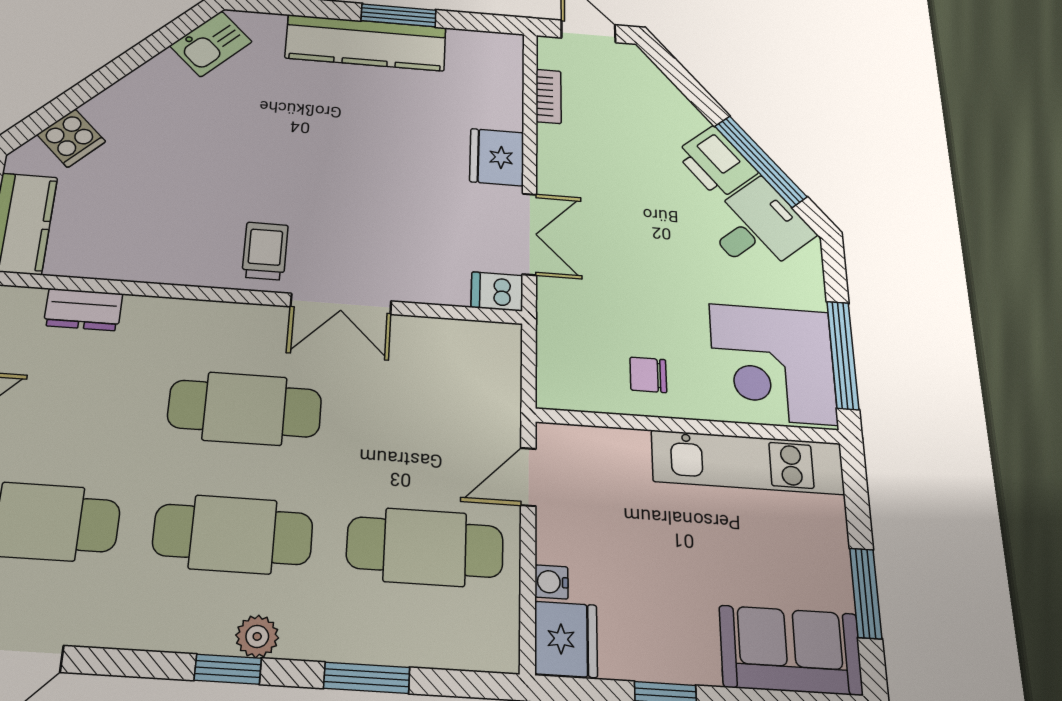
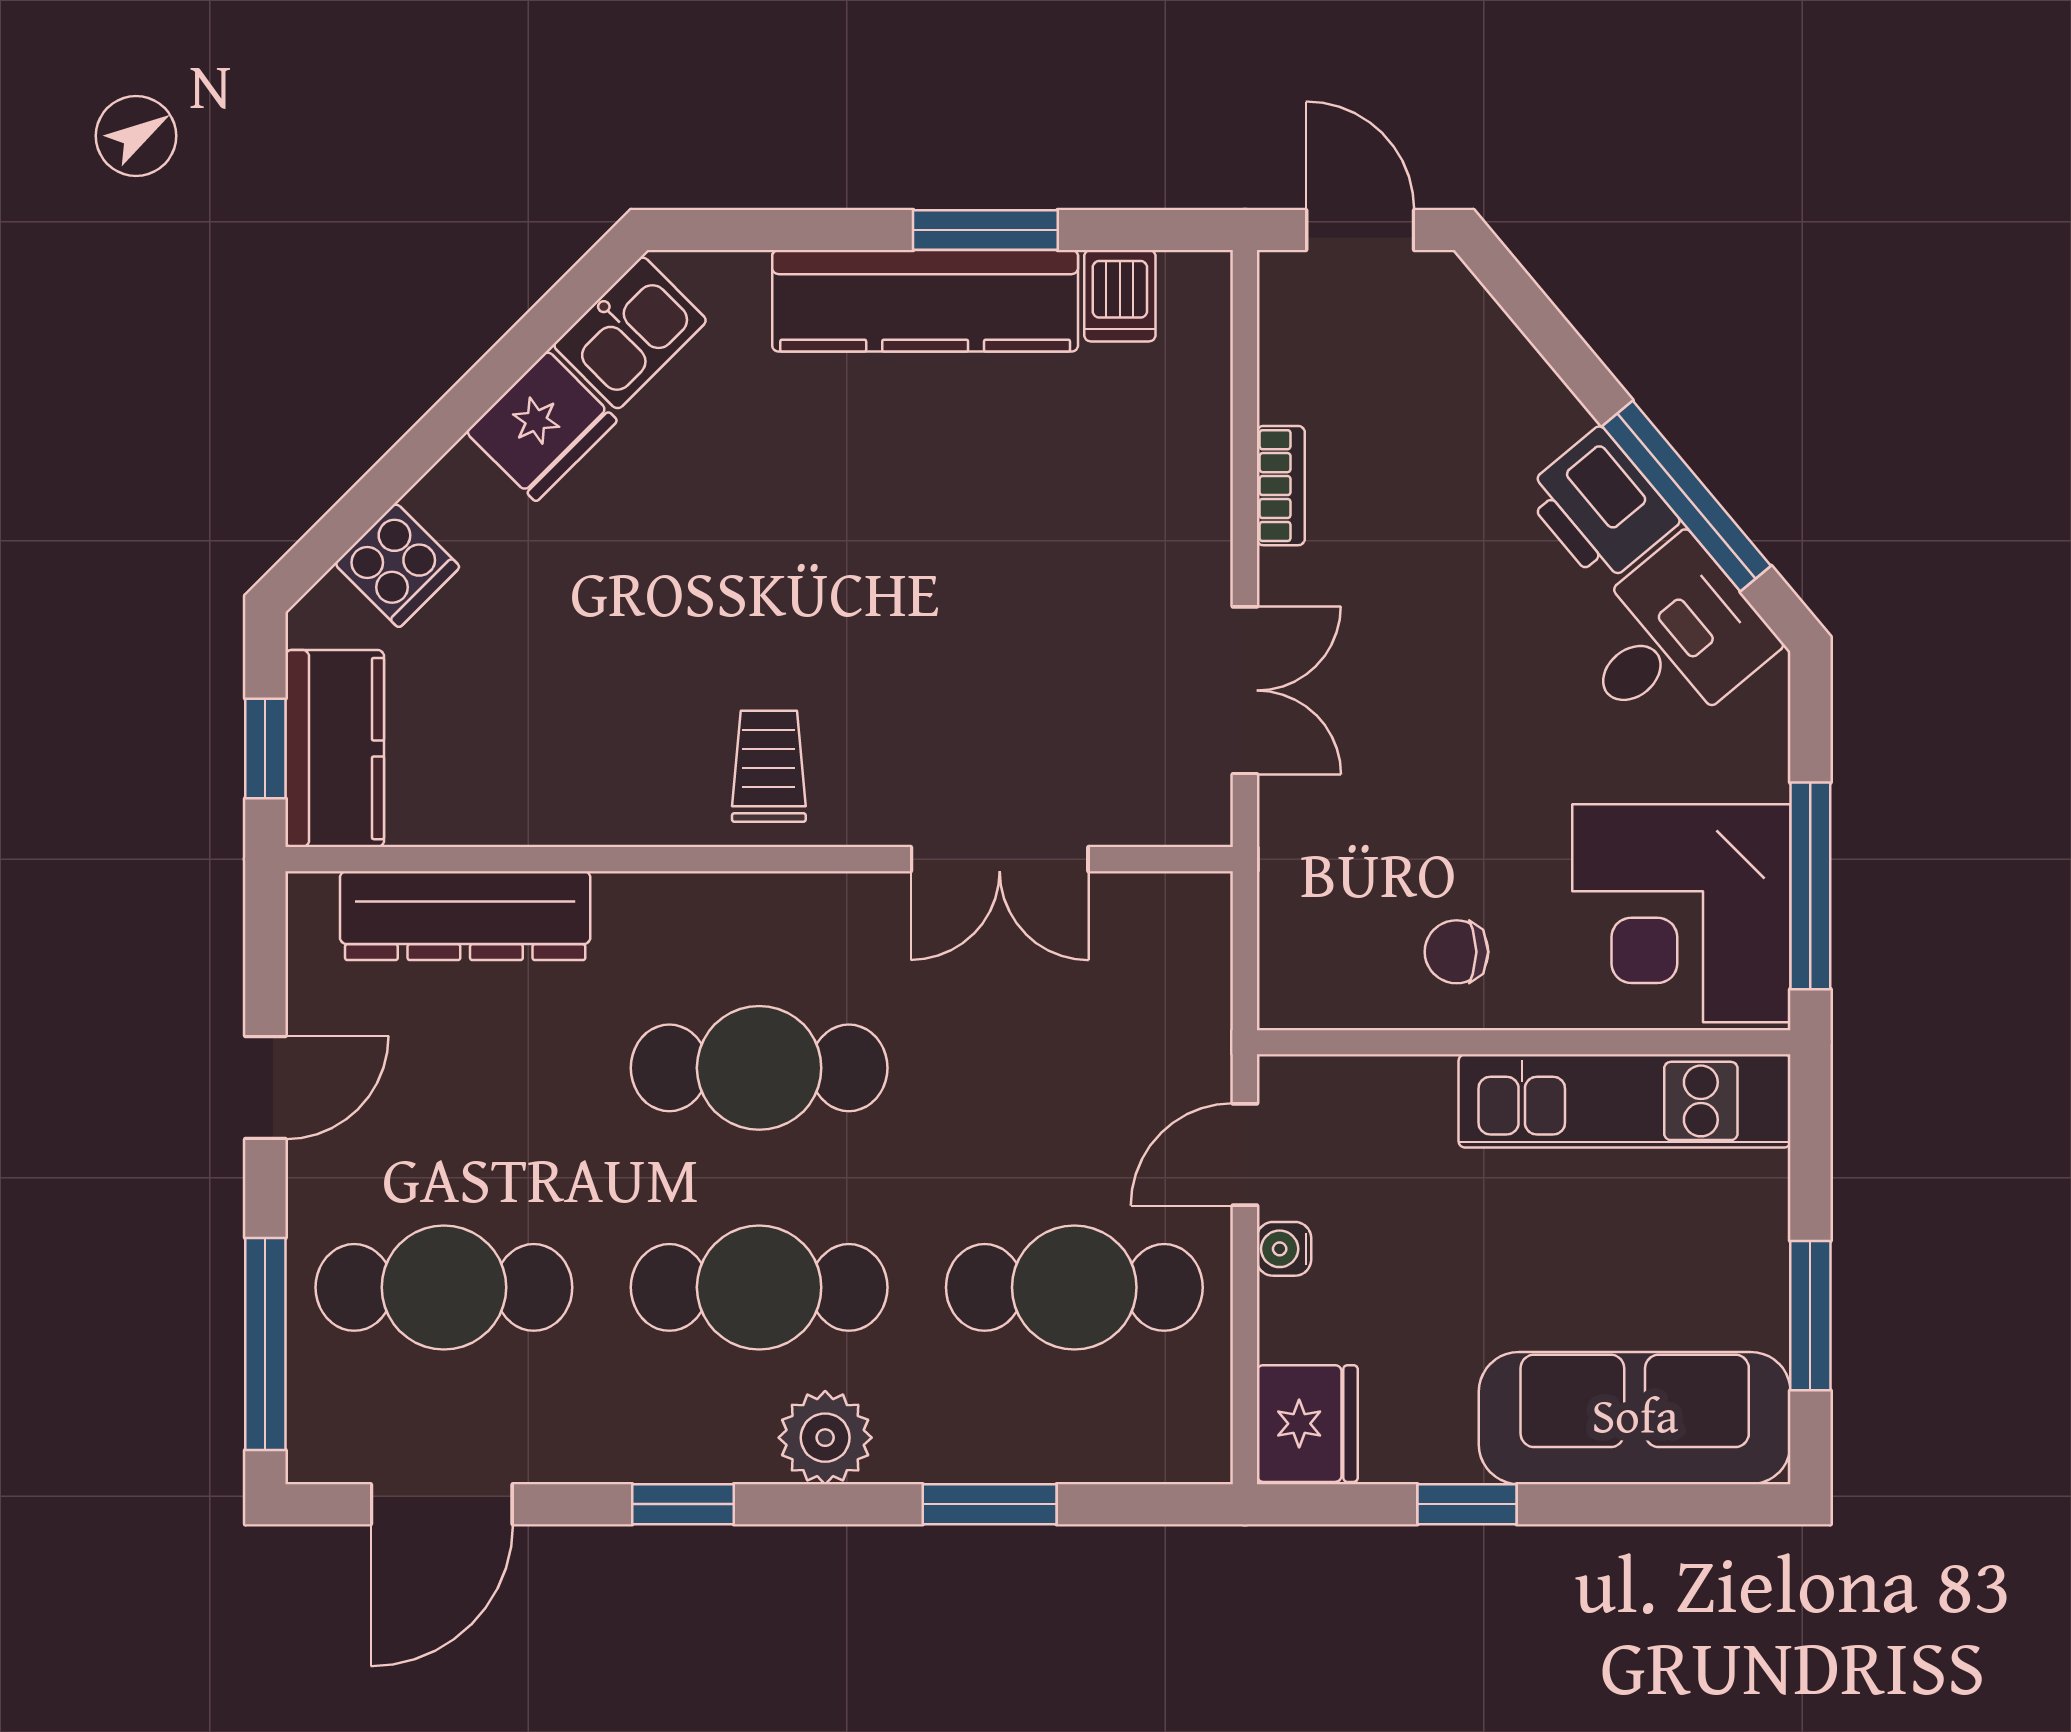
bookcase: (549, 96) -> (1281, 486), moved
fridge: (497, 157) -> (542, 426), moved, turned -135
dishwasher: (497, 291) -> (1120, 296), moved, turned -90
double door: (341, 304) -> (1000, 859), moved
dresser: (83, 310) -> (465, 916), width x1.96, depth x1.24
water cooler: (551, 582) -> (1284, 1249), moved
plant: (257, 636) -> (825, 1438), width x1.38, depth x1.38
sofa: (791, 650) -> (1635, 1418), width x1.36
window: (228, 669) -> (683, 1504), moved

